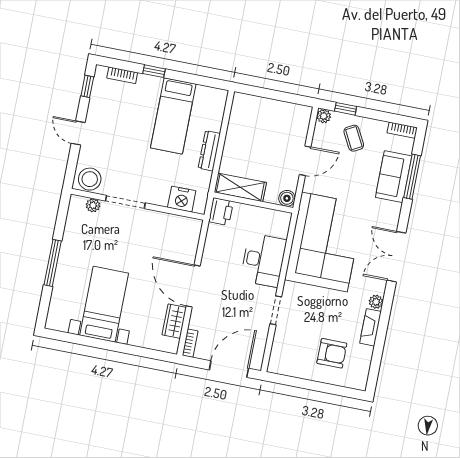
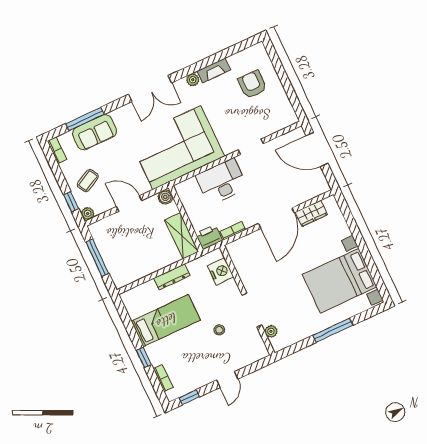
window: (277, 95) -> (97, 258), added
stool: (90, 179) -> (219, 330), moved, width x0.53, depth x0.53
bed with nightstands: (104, 304) -> (340, 281), width x1.36
bookcase: (190, 343) -> (233, 231), moved

